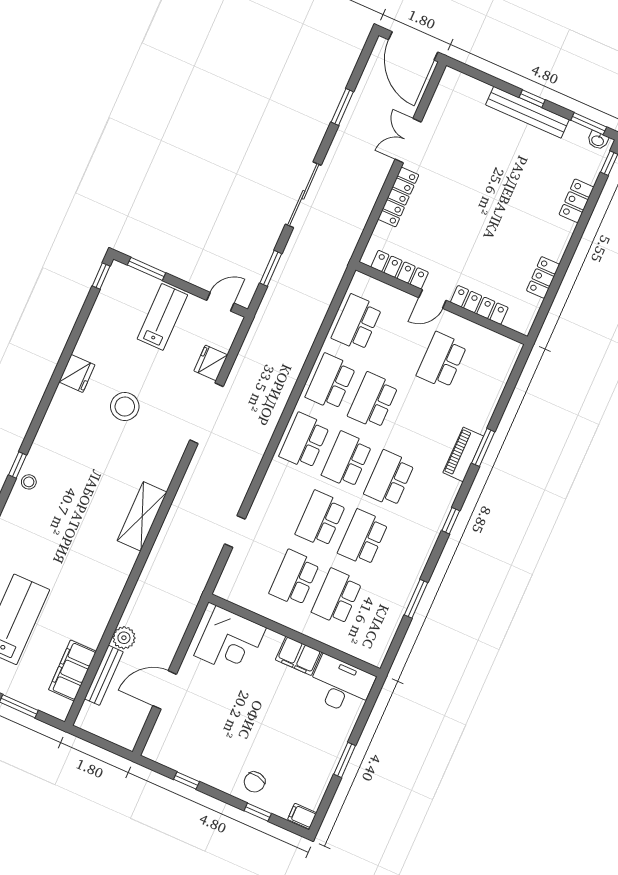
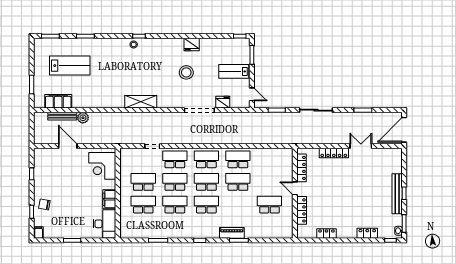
lab bench: (162, 317) -> (234, 71), turned 180
school desk: (357, 323) -> (175, 159), moved

